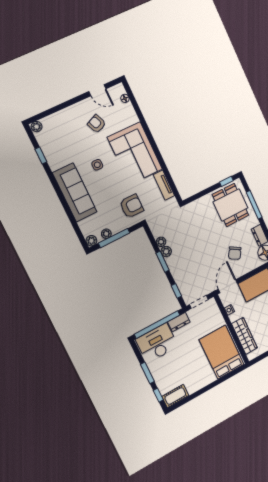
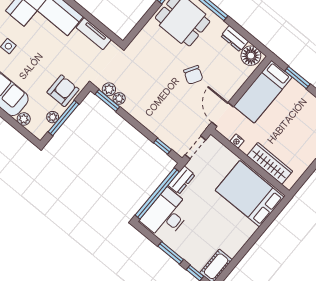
armchair: (132, 206) -> (63, 91), moved
plant: (91, 241) -> (24, 119), moved
plant: (166, 251) -> (109, 89), moved
chair: (235, 253) -> (193, 75), moved
window: (163, 262) -> (107, 100), moved

